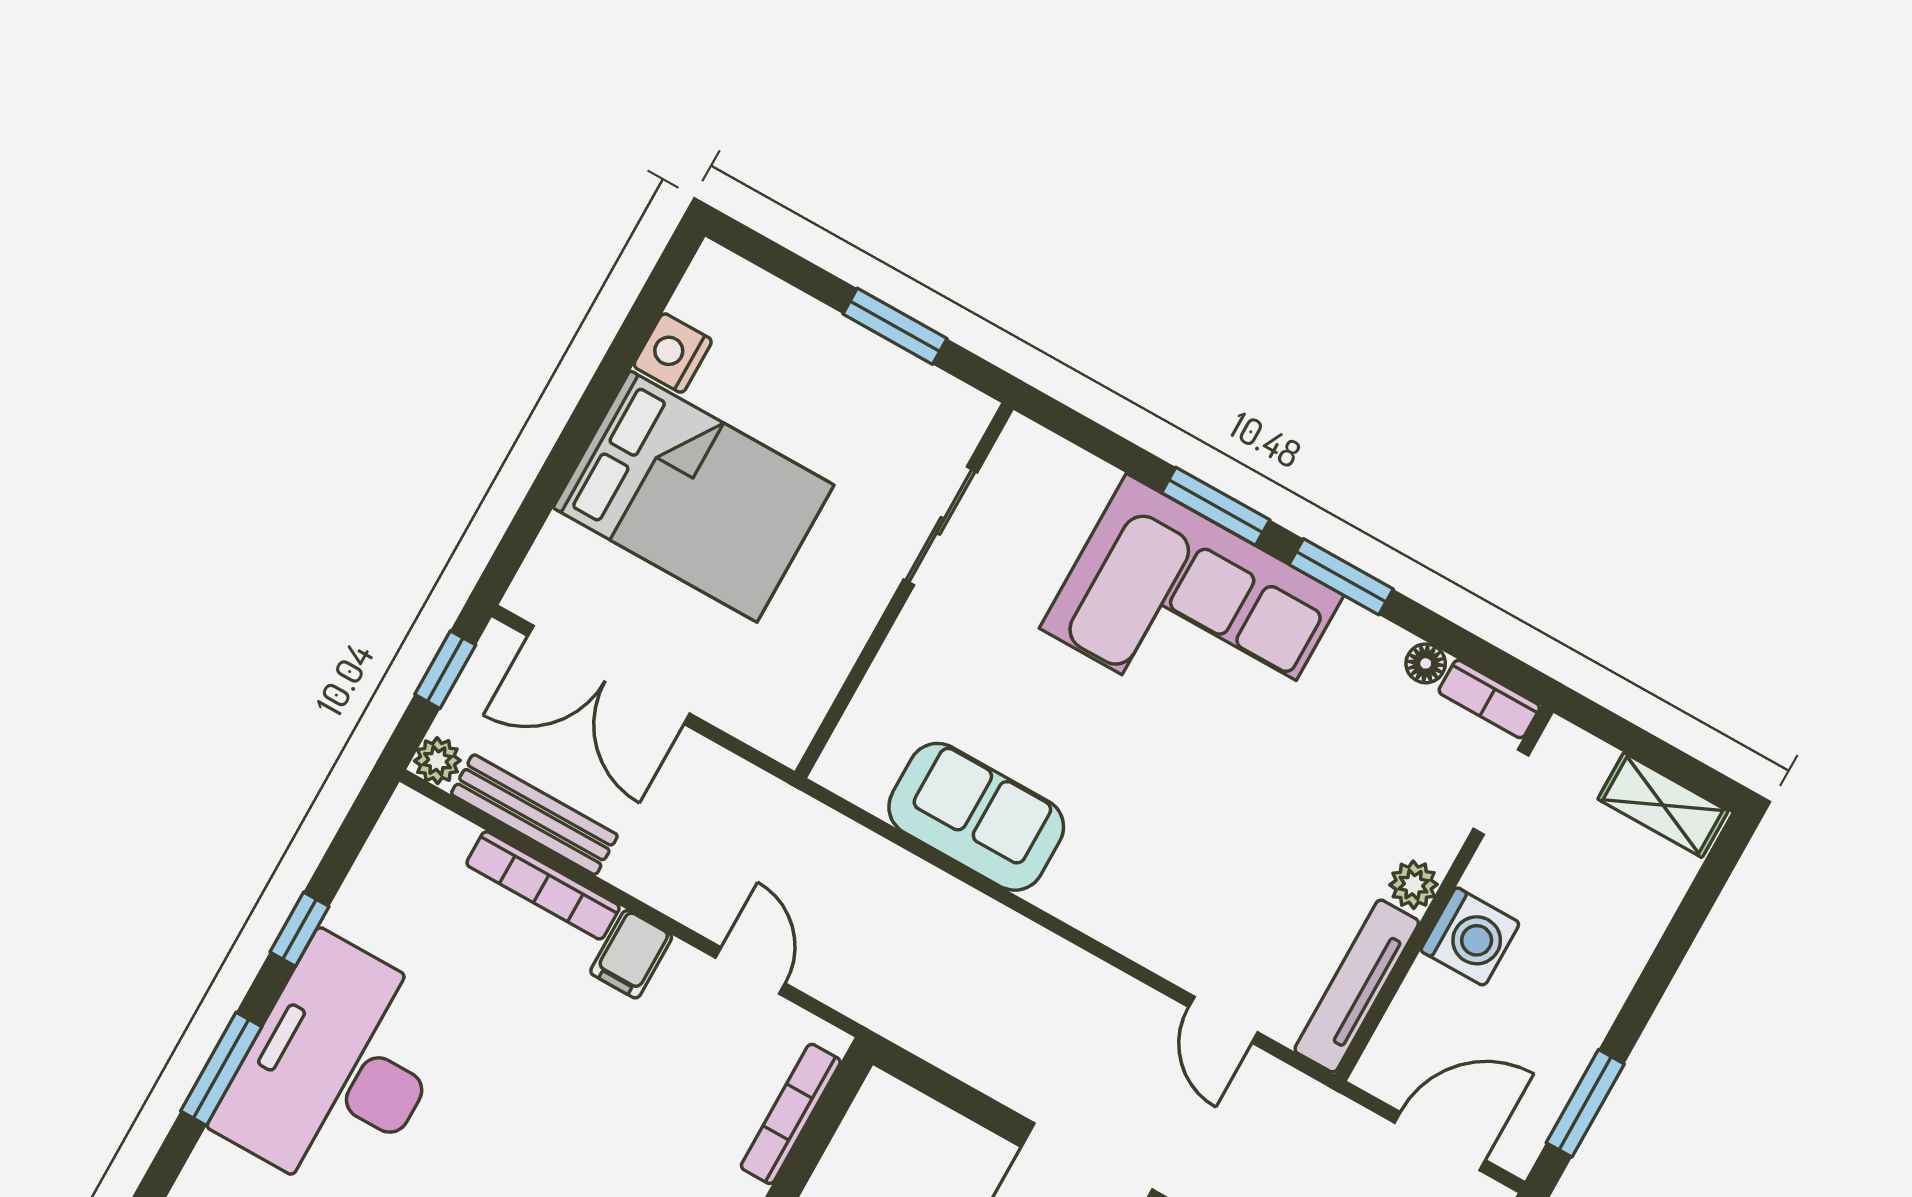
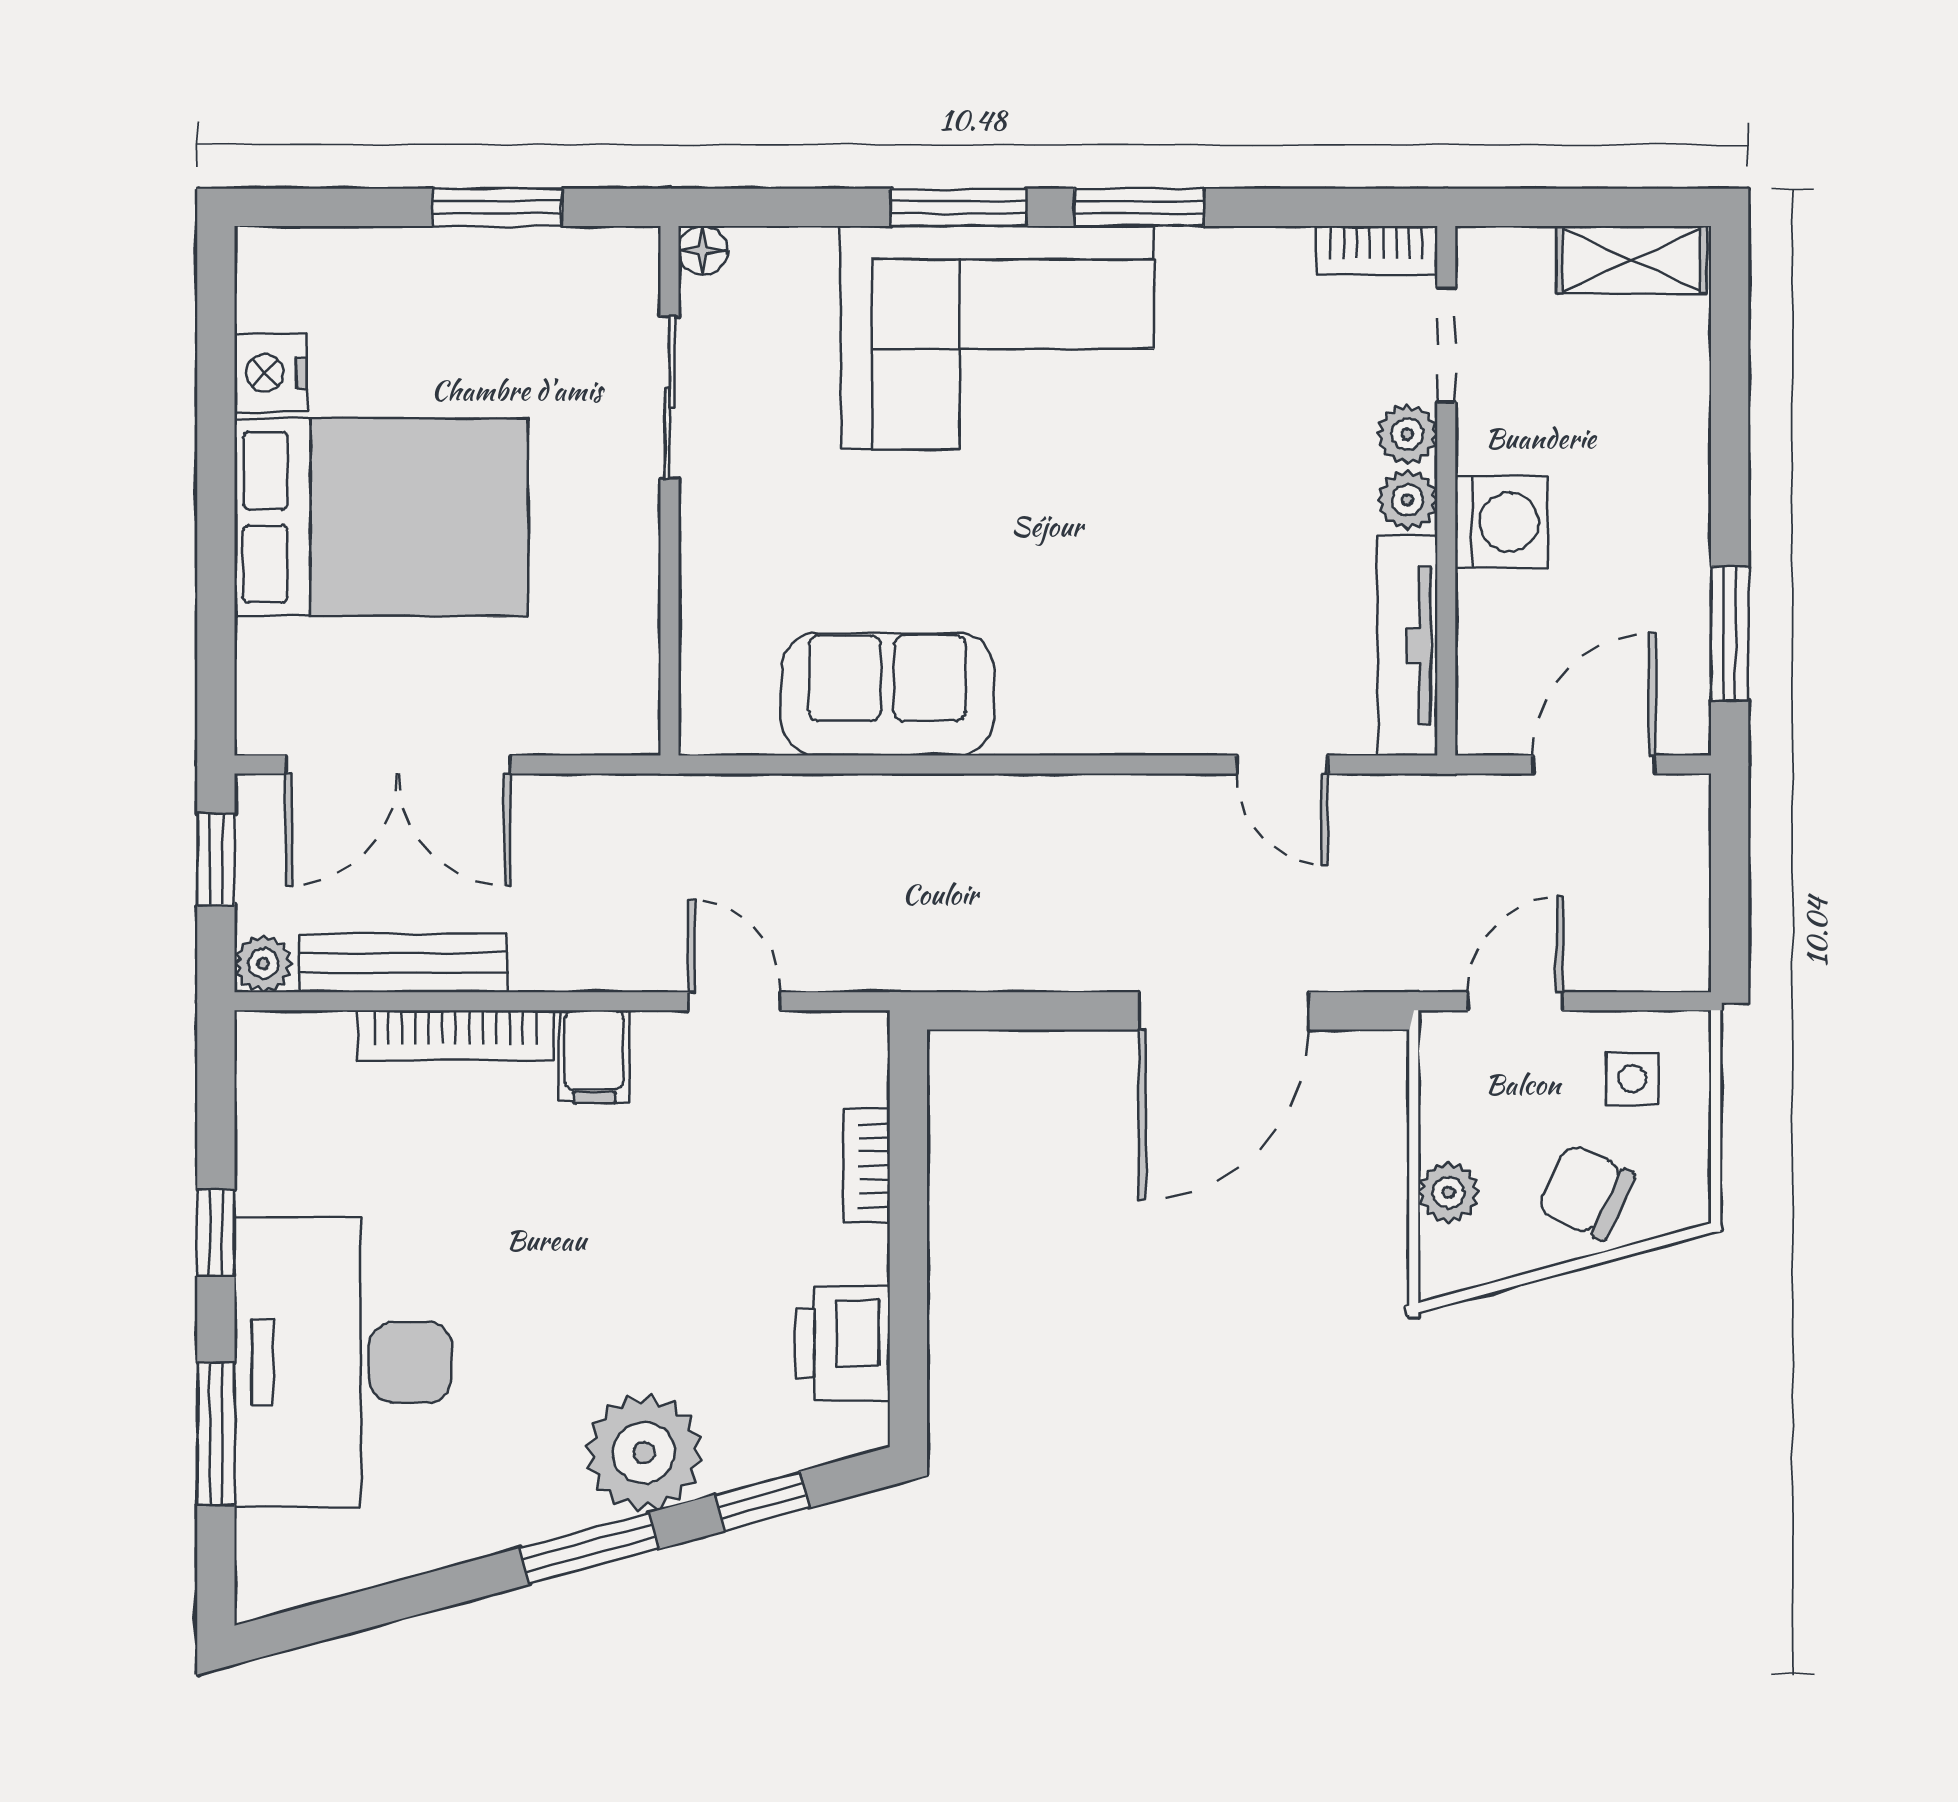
floor lamp: (1426, 663) -> (703, 250), moved
plant: (1439, 839) -> (1407, 434), added
bookcase: (791, 1114) -> (867, 1166), width x0.64

